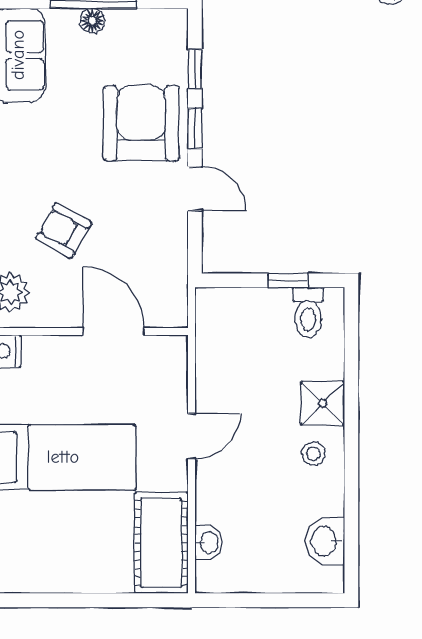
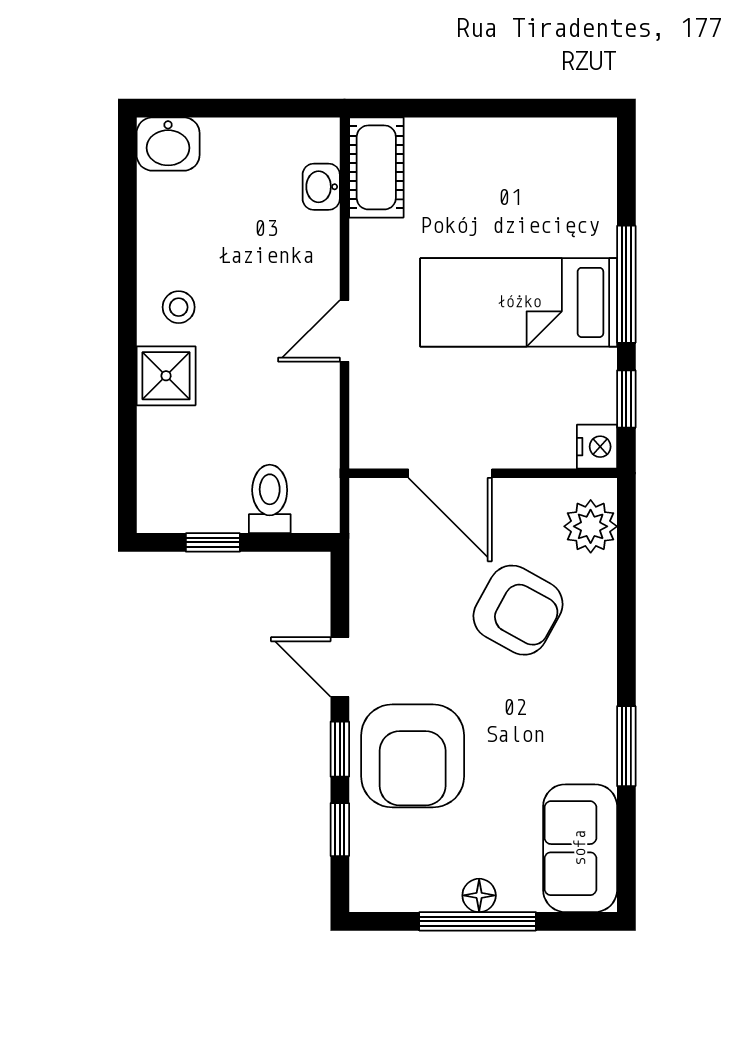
armchair: (64, 231) -> (518, 610), width x1.38, depth x1.38
toilet: (308, 312) -> (270, 499), moved
washbasin: (325, 541) -> (168, 144), moved, turned 90
cot: (161, 543) -> (376, 167), width x0.73, depth x0.75

